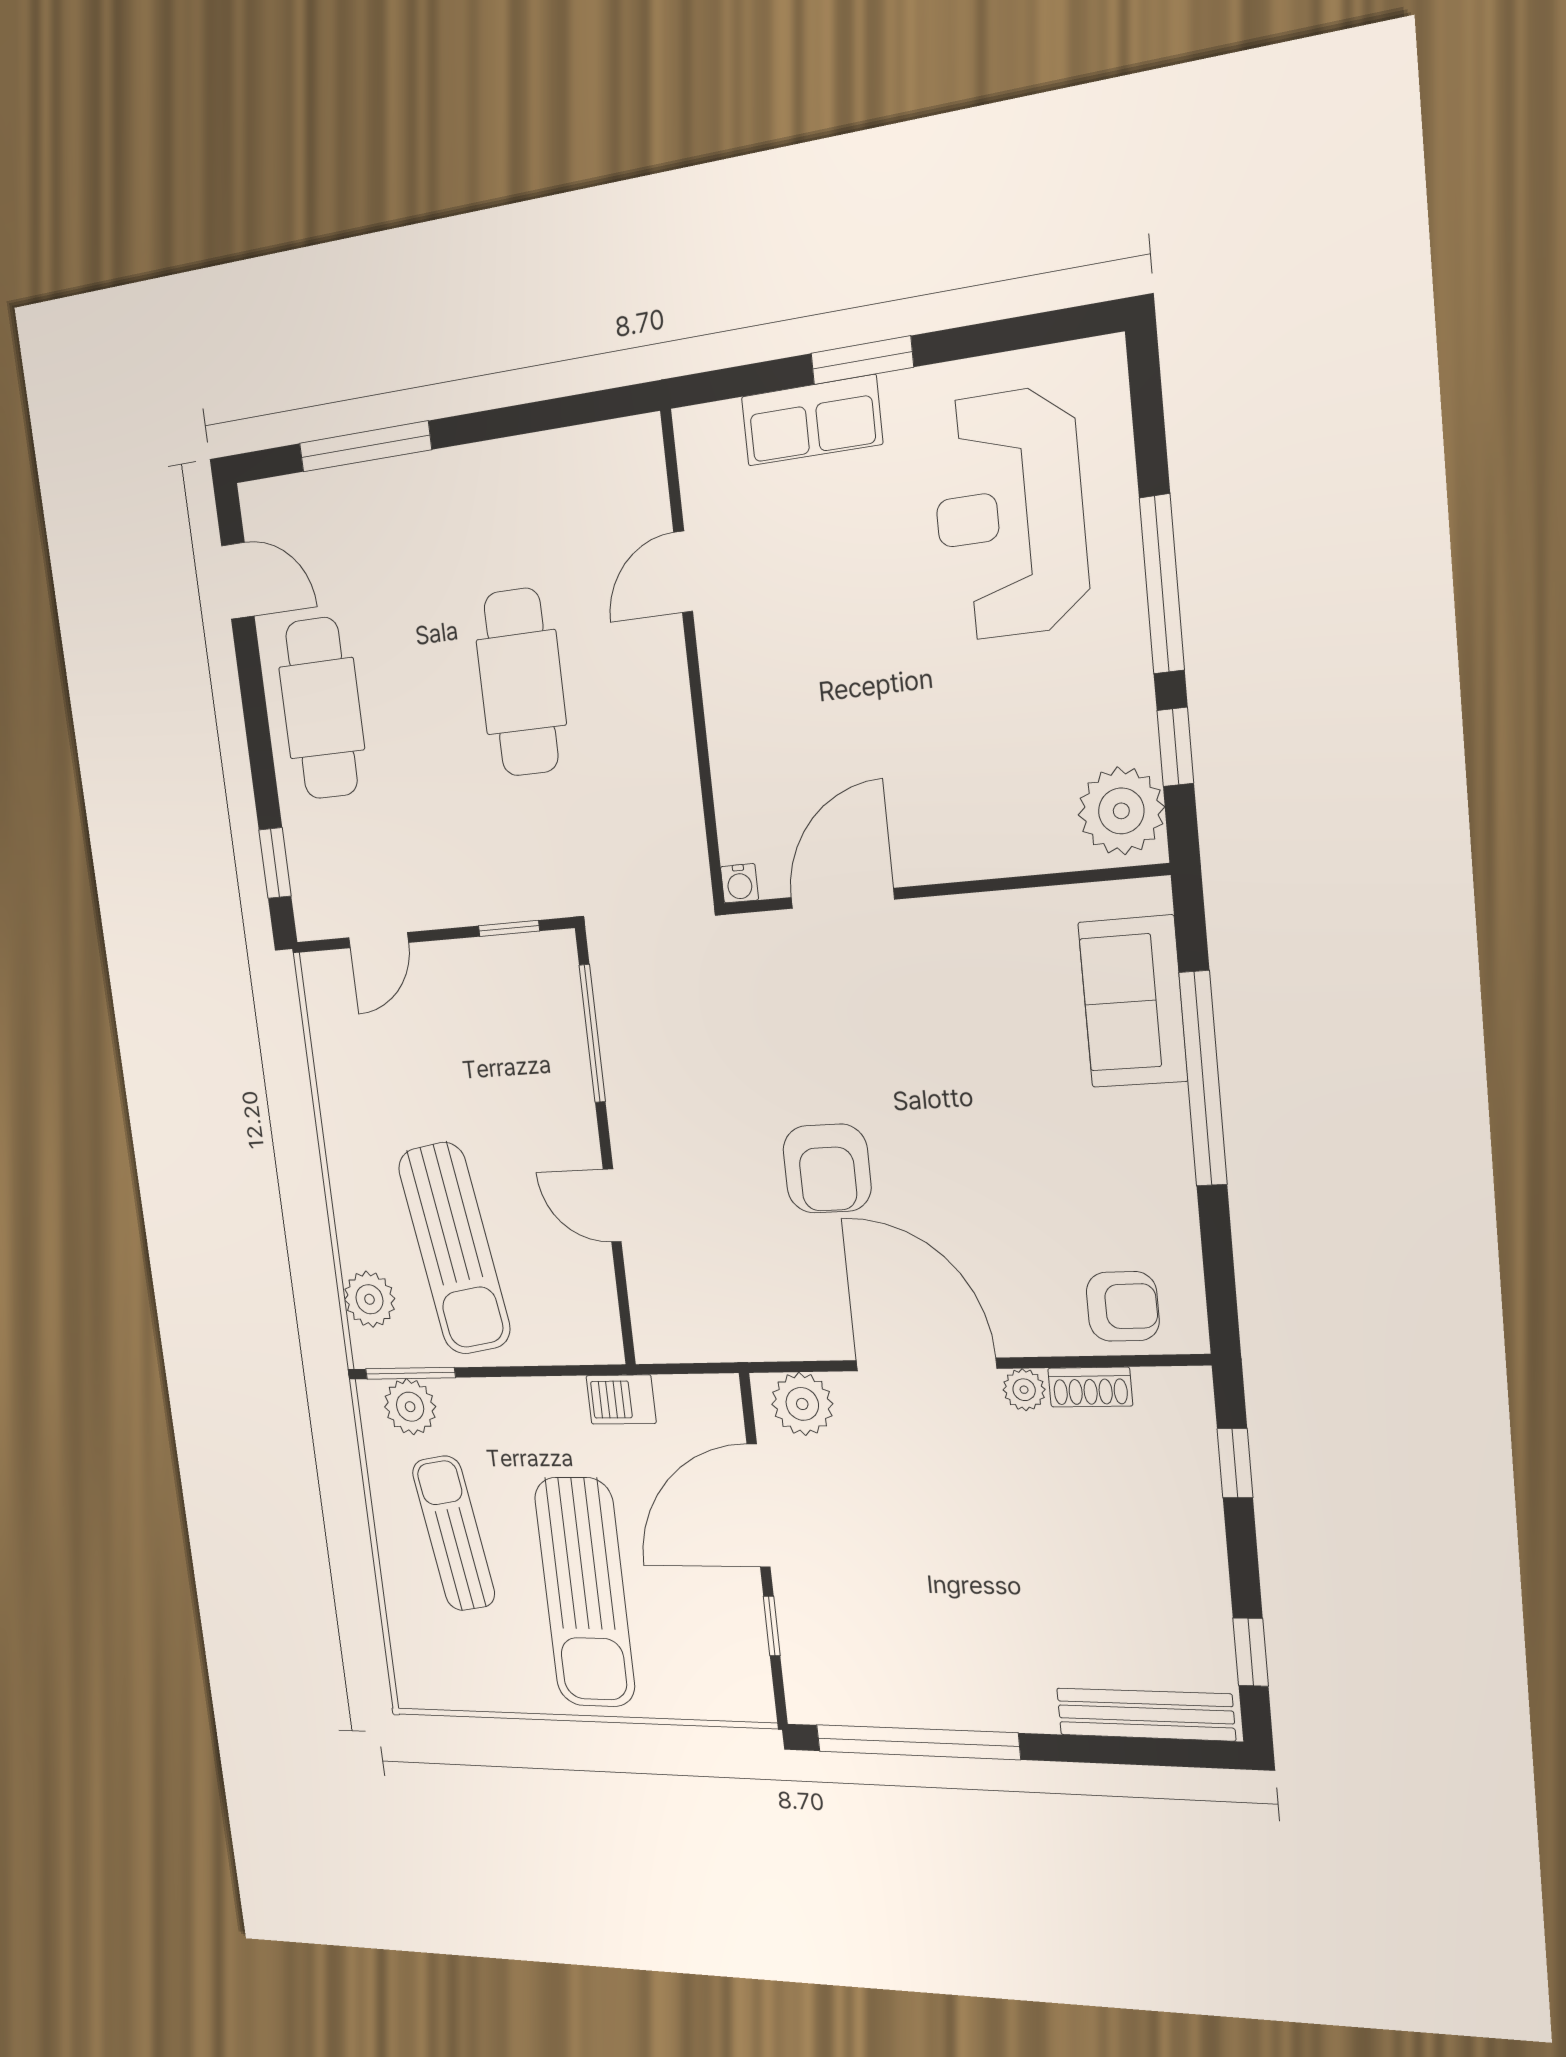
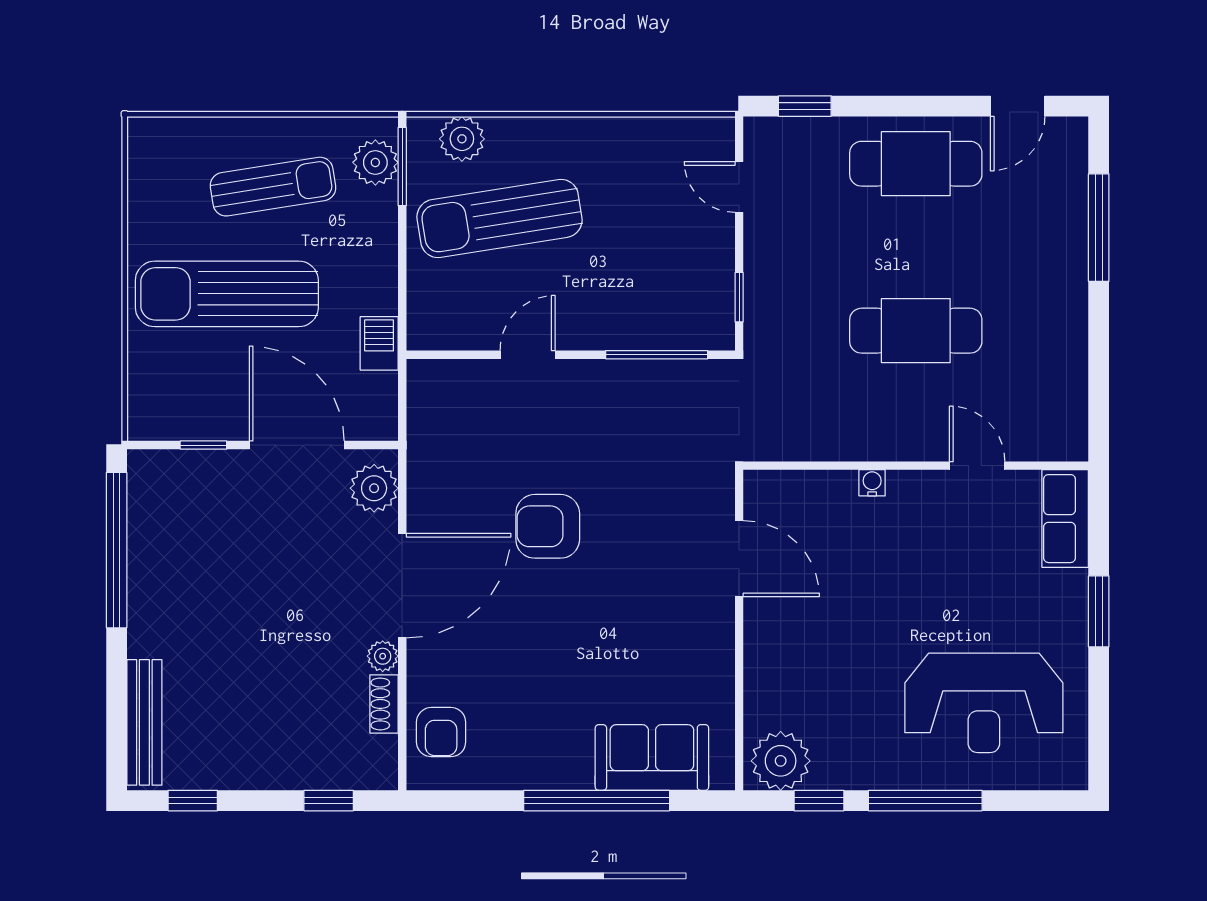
row of seats: (812, 420) -> (1065, 519), moved
reception desk: (1009, 514) -> (984, 703), turned 180
water cooler: (740, 883) -> (872, 483), moved, turned 90

